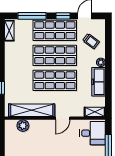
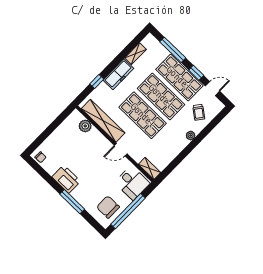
shelving: (9, 31) -> (136, 54), moved
freezer: (99, 82) -> (118, 74), moved, turned 180

